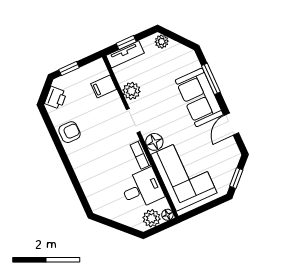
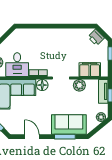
filing cabinet: (104, 87) -> (90, 70), width x2.00
sofa: (199, 97) -> (69, 124), moved
armchair: (70, 132) -> (71, 36), removed

